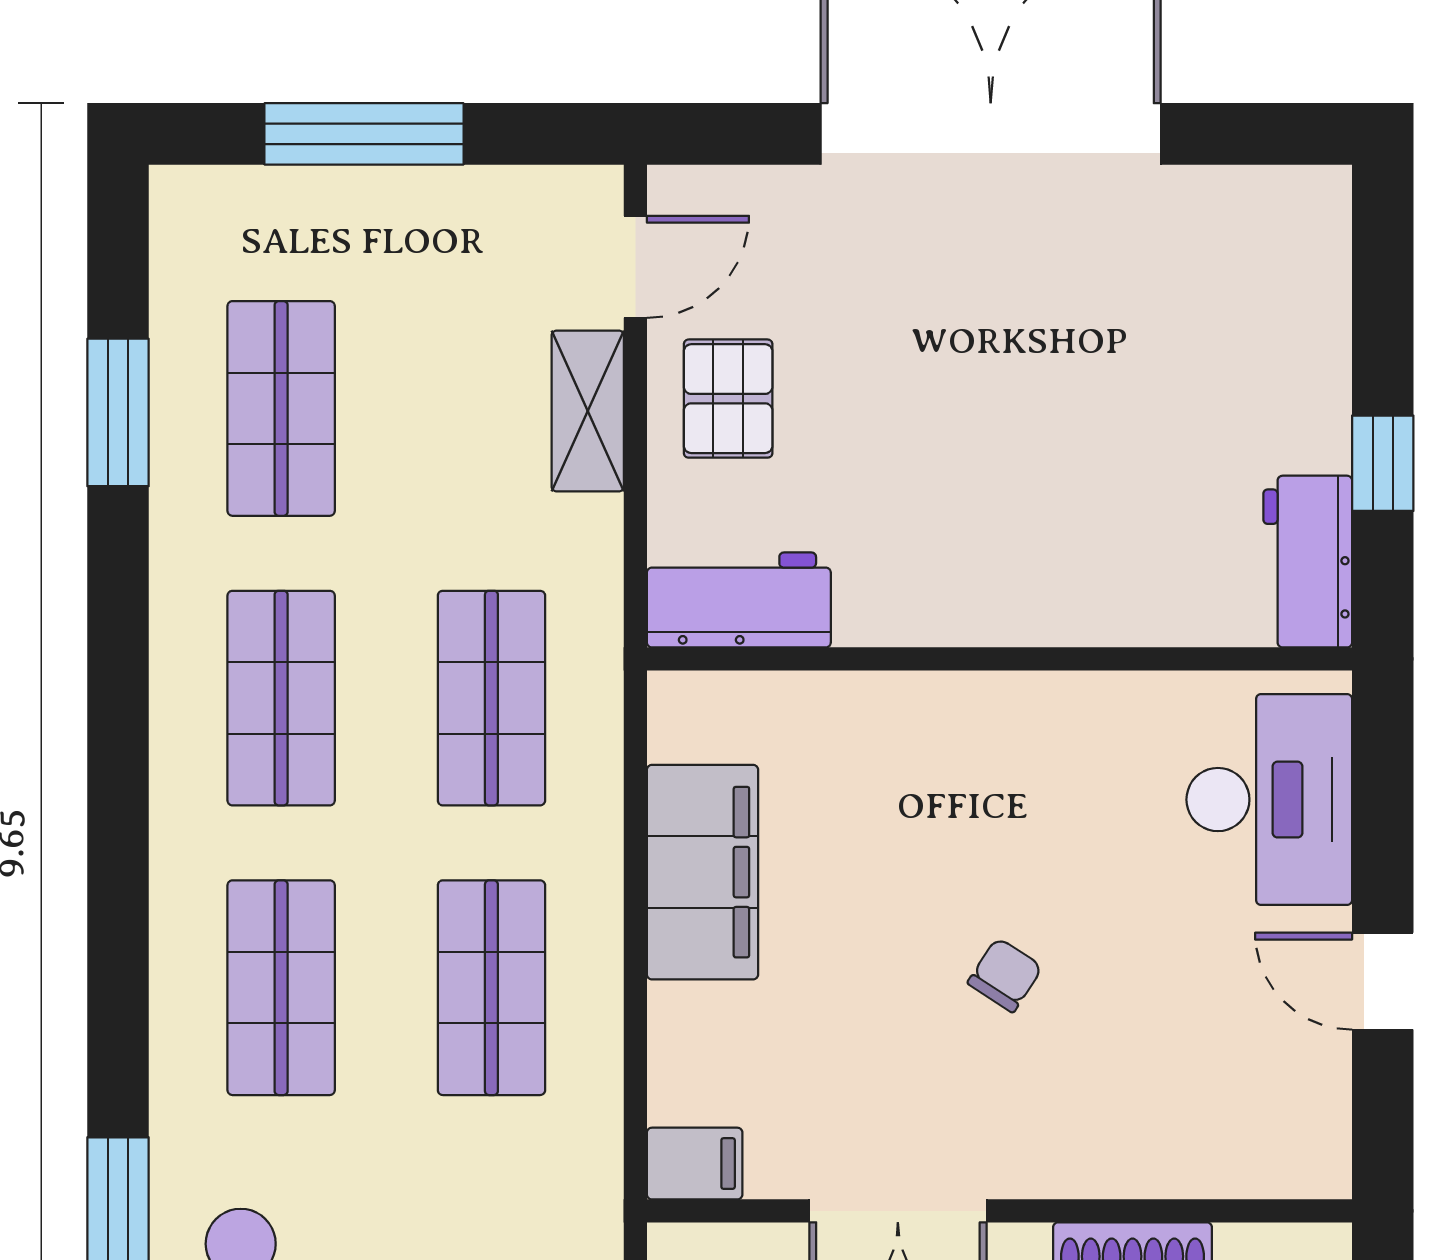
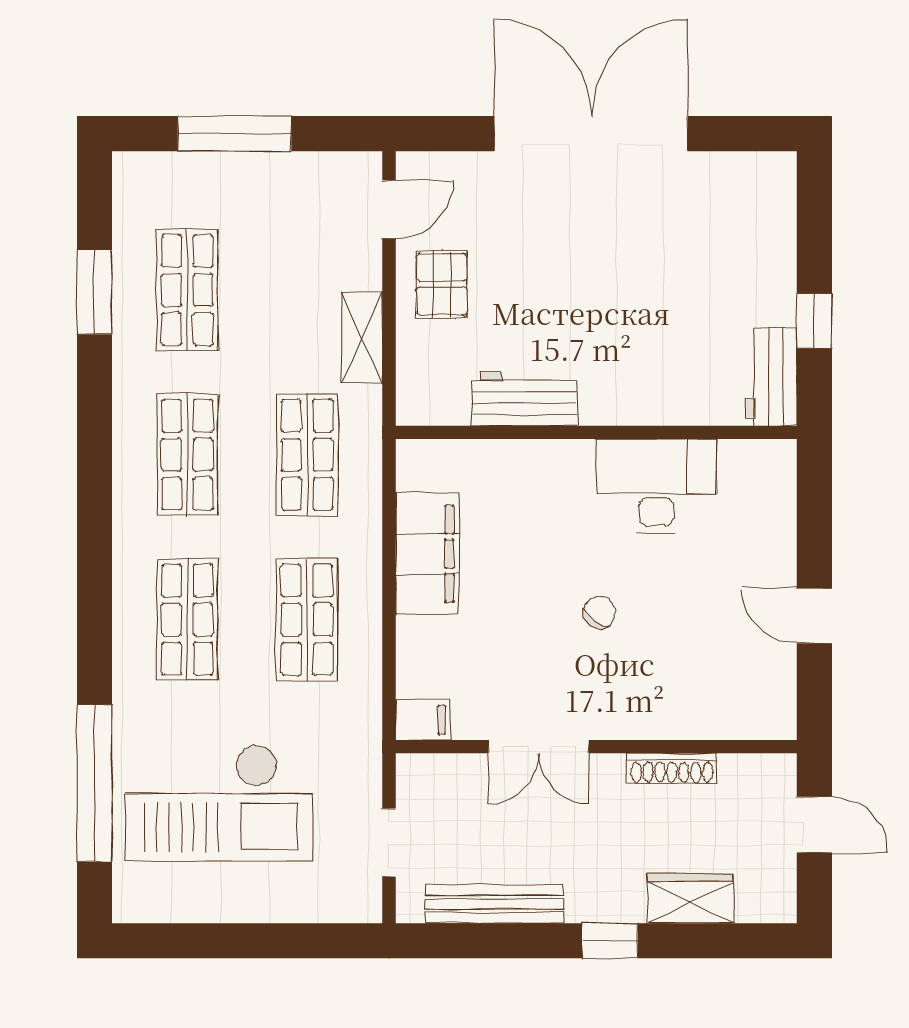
shelving: (588, 411) -> (362, 337), moved
workbench: (739, 600) -> (525, 399), moved
desk: (1269, 800) -> (656, 486), moved, turned -90

